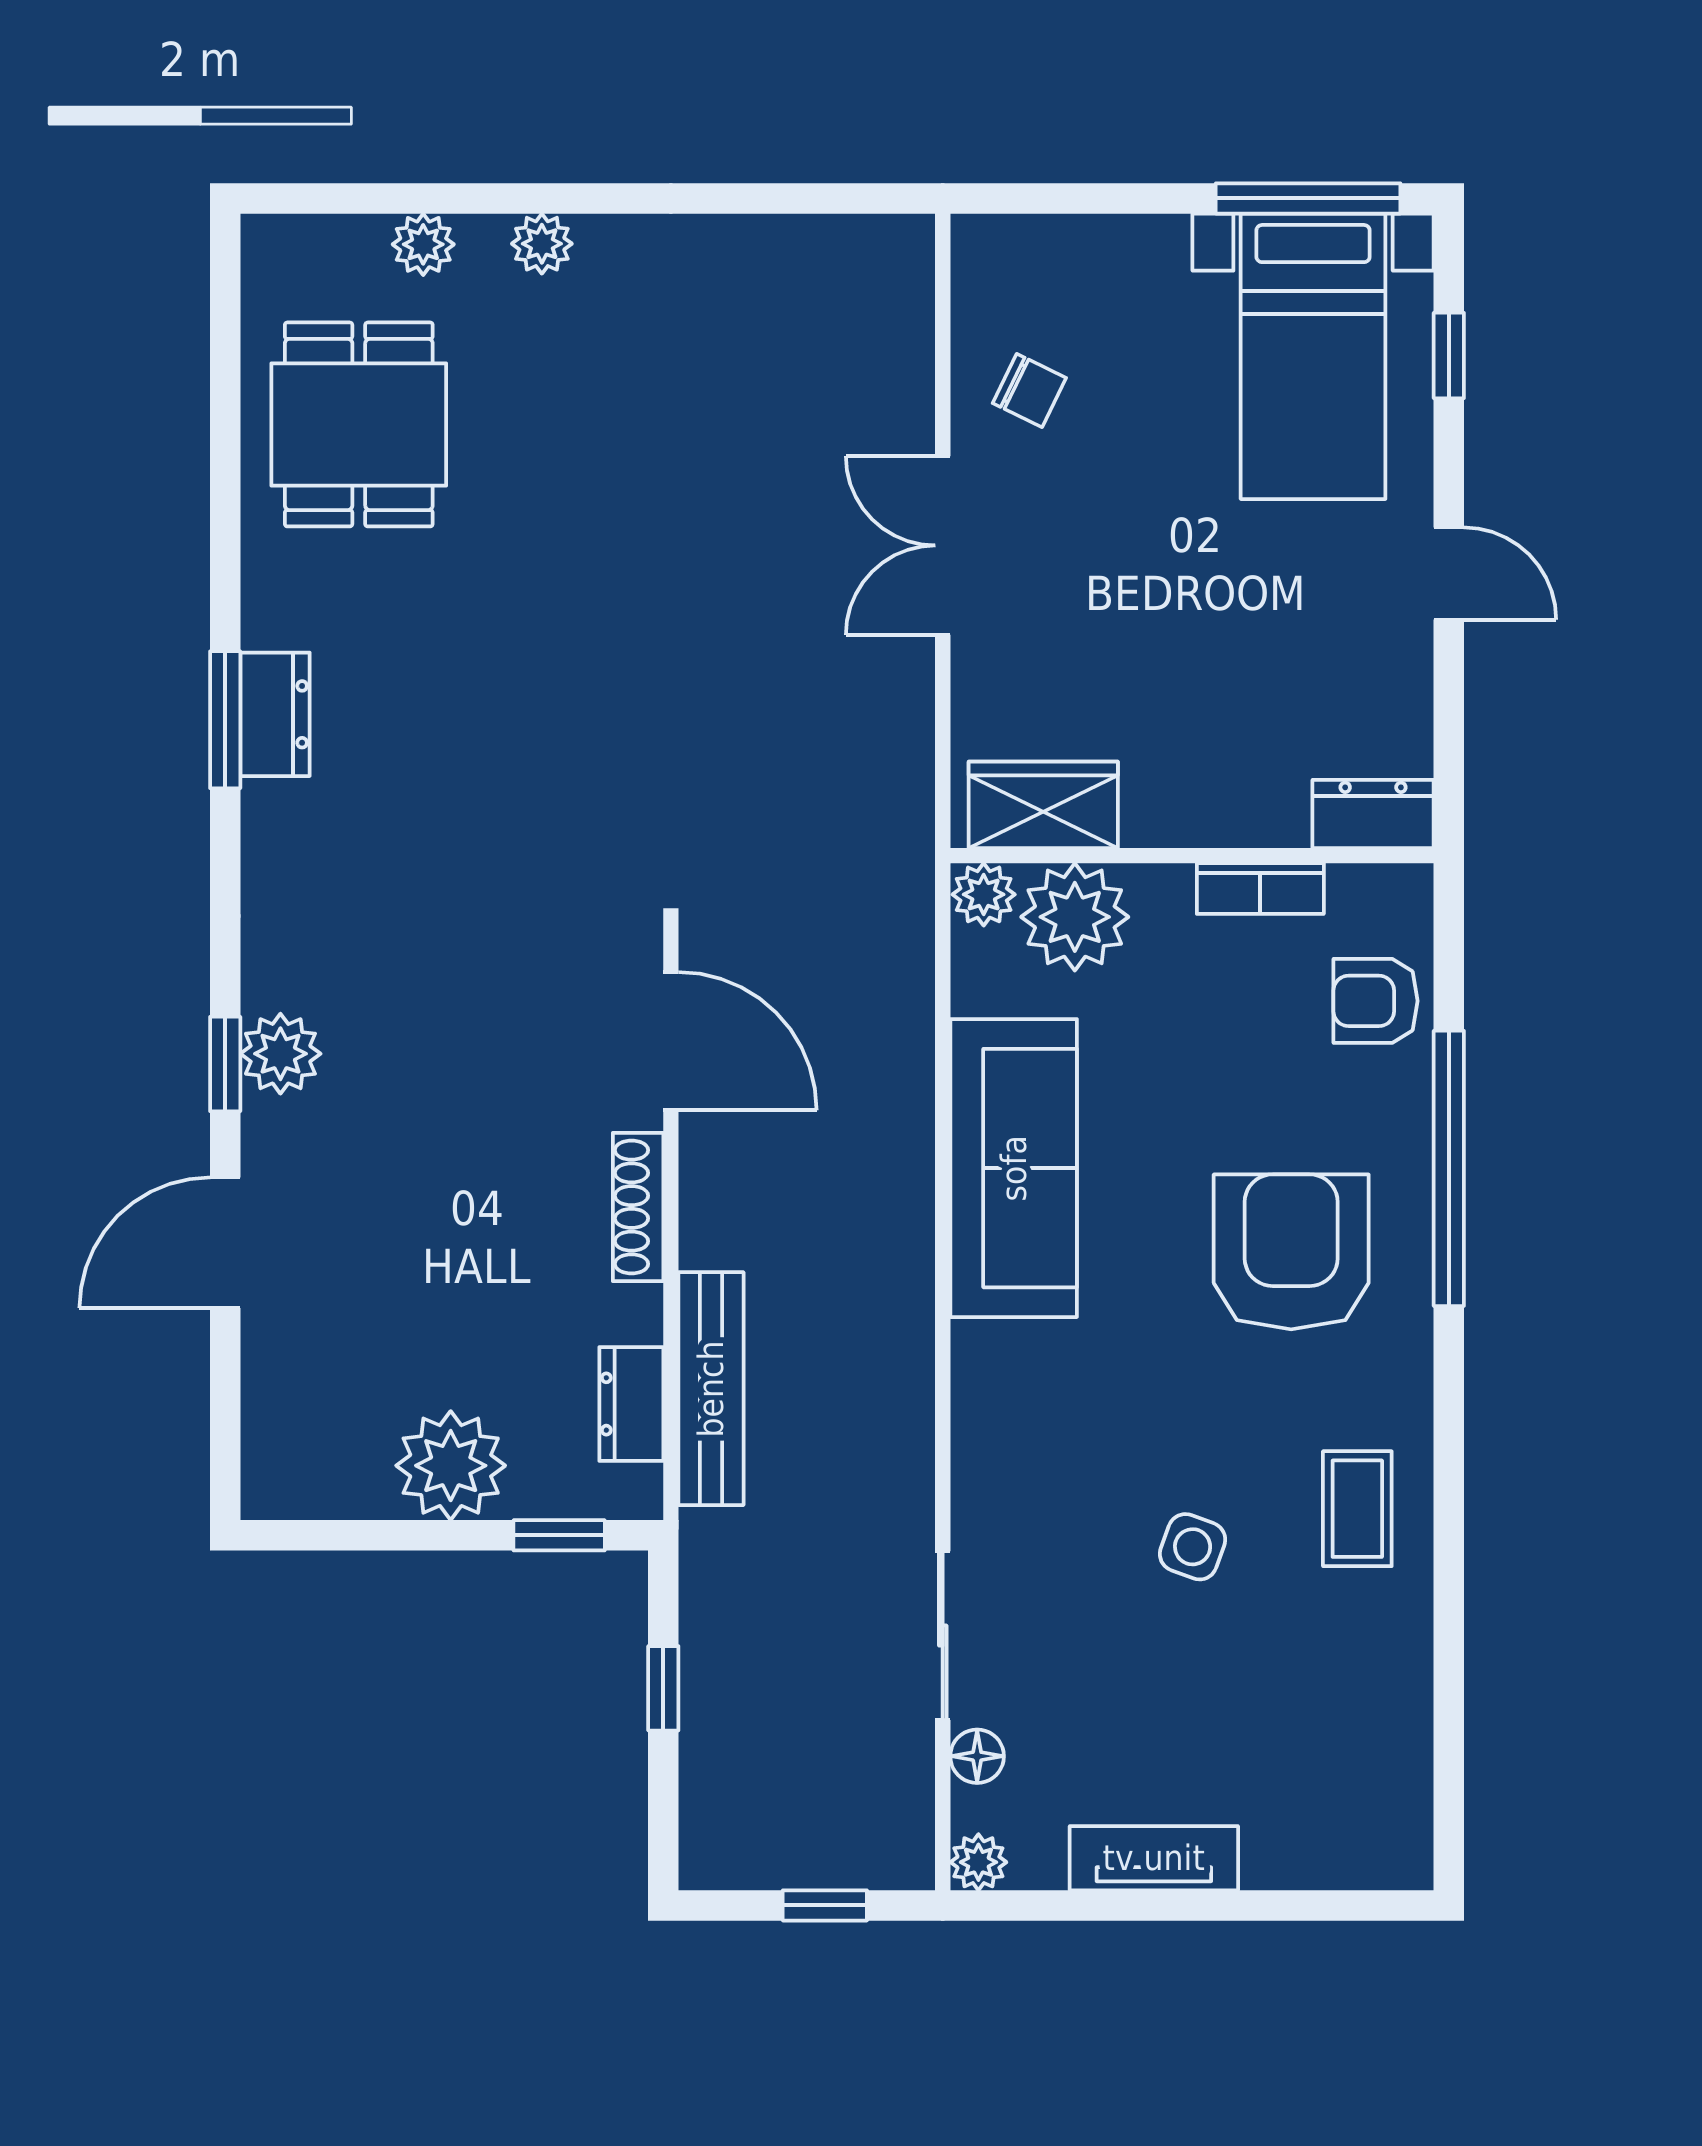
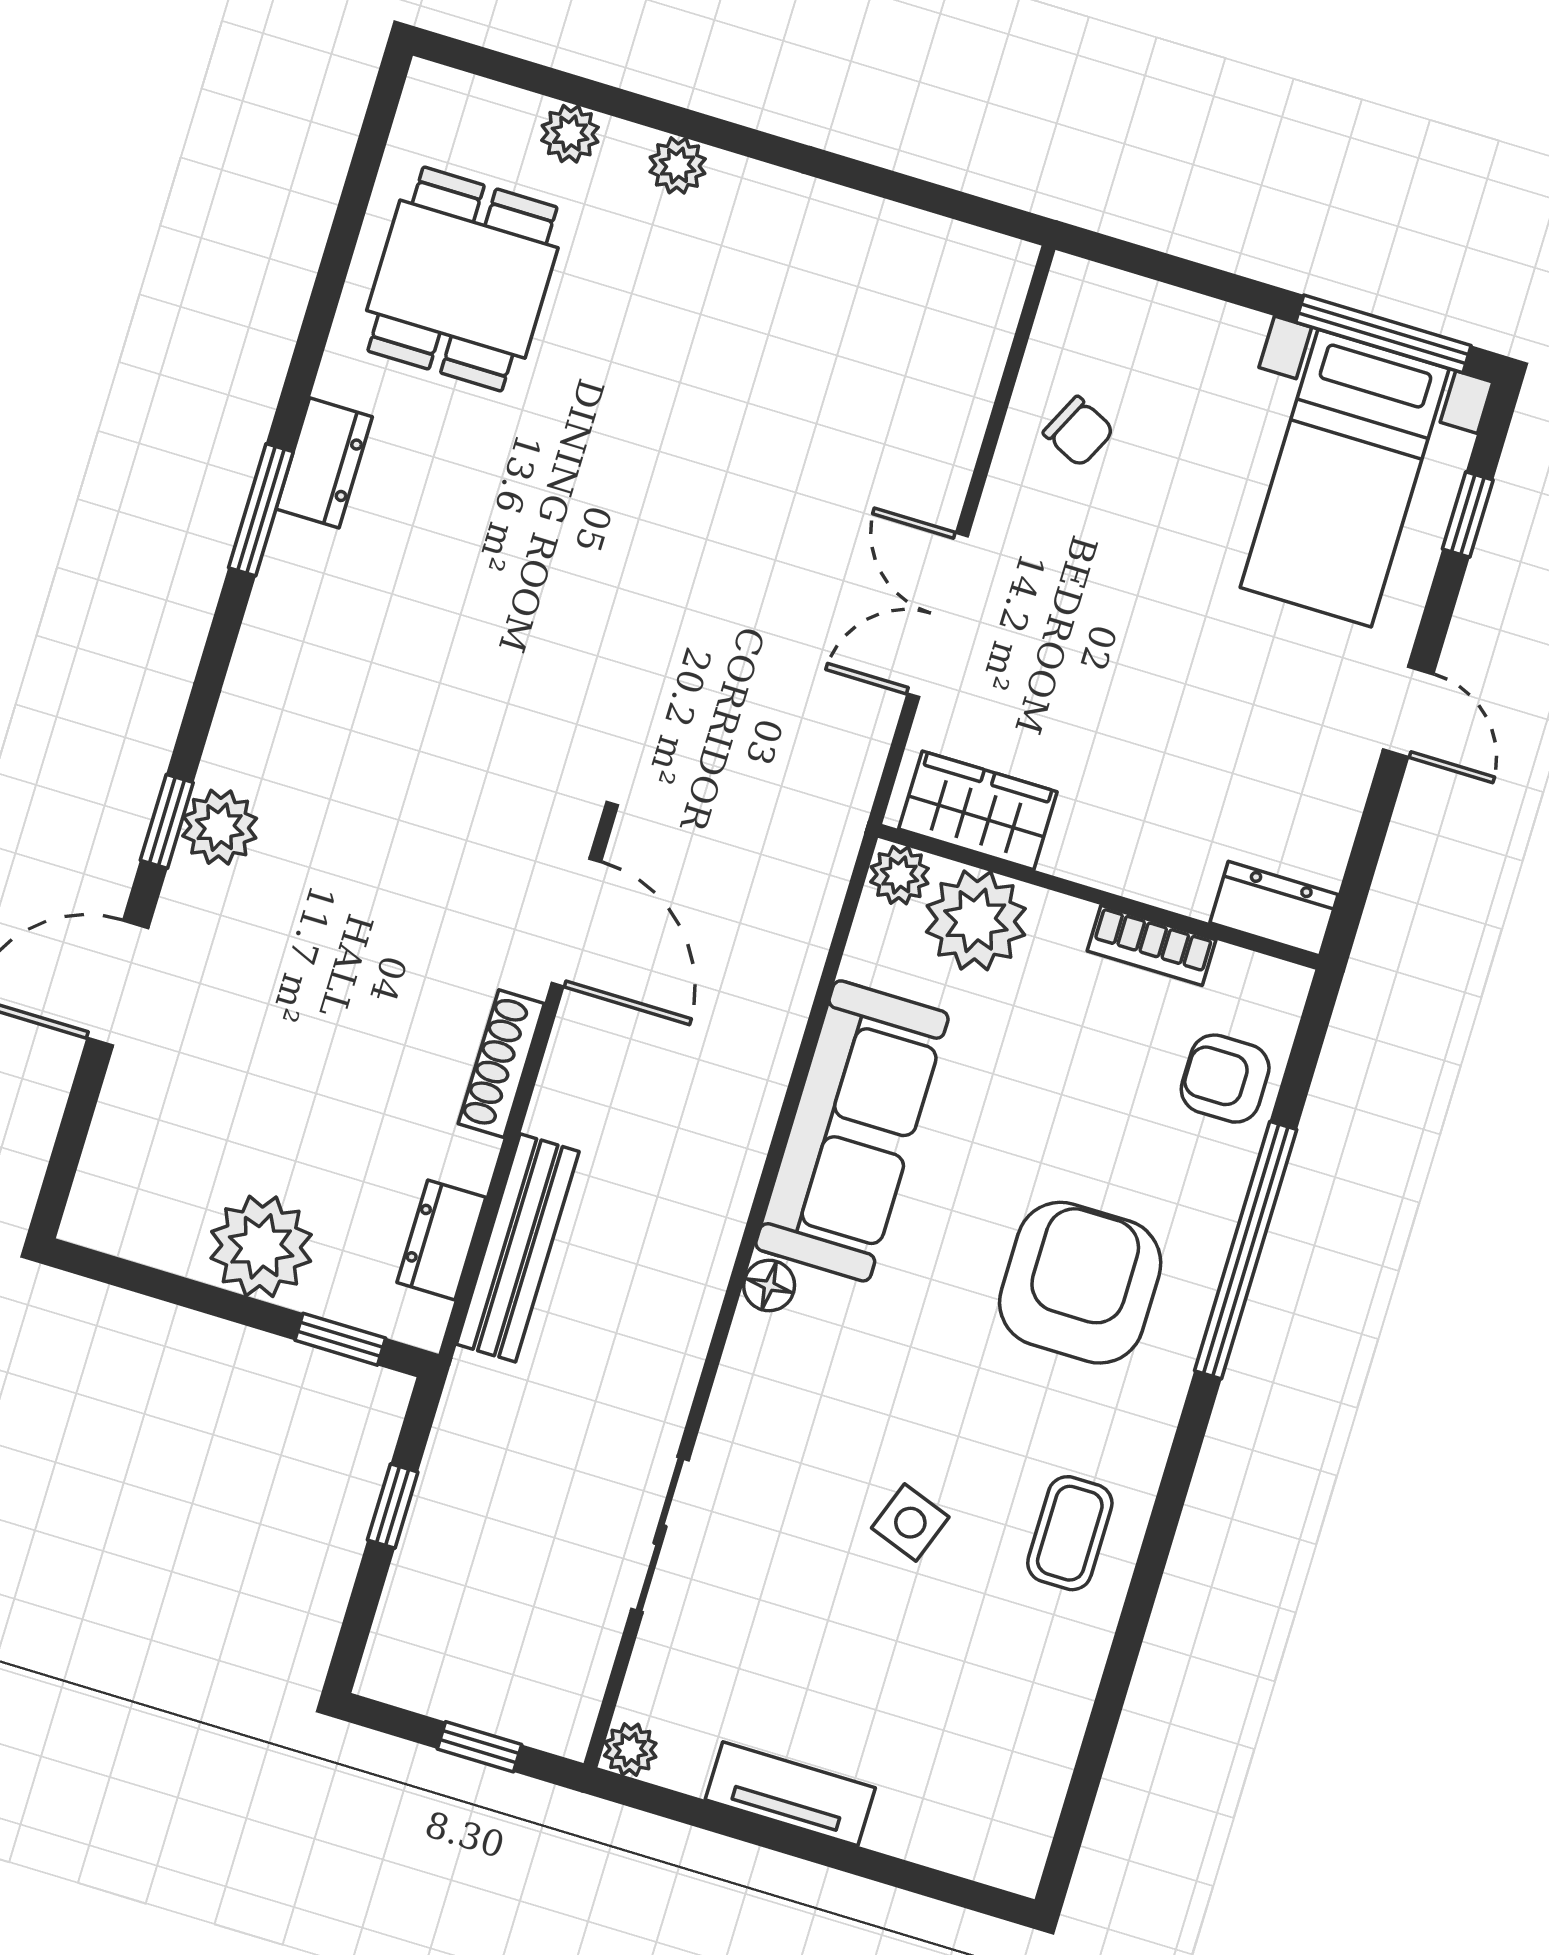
double door: (943, 545) -> (938, 615), moved
dresser: (275, 714) -> (324, 463), moved
floor lamp: (977, 1756) -> (769, 1286), moved

